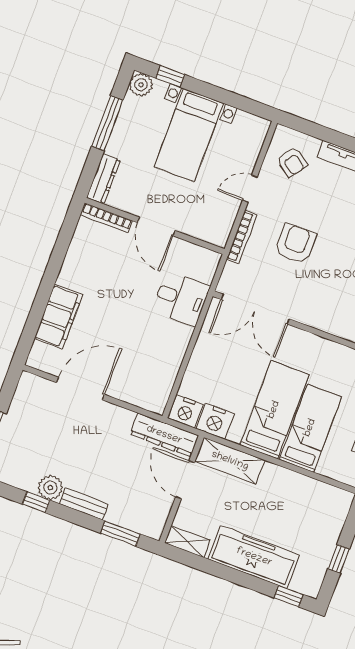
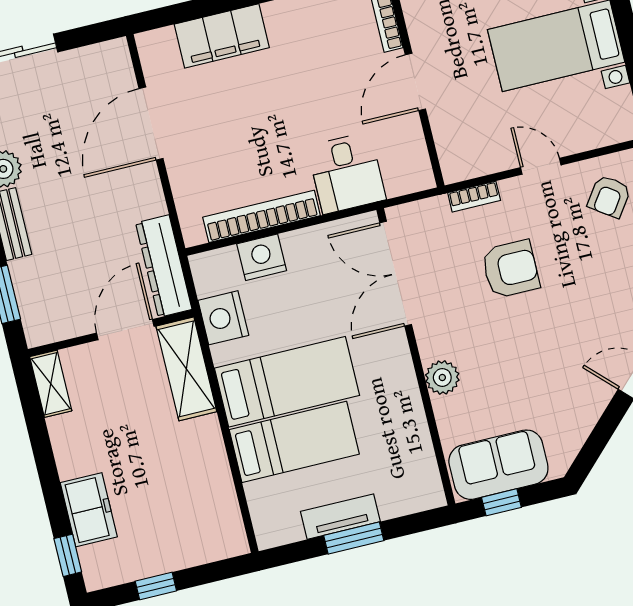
bookcase: (242, 237) -> (474, 197), width x0.64
plant: (330, 322) -> (442, 377), added
bookcase: (173, 362) -> (262, 216), added
door: (80, 389) -> (151, 123), swing flipped
nightstand: (186, 411) -> (262, 257), moved, turned 90
freezer: (254, 557) -> (89, 510), width x0.52, depth x0.79

